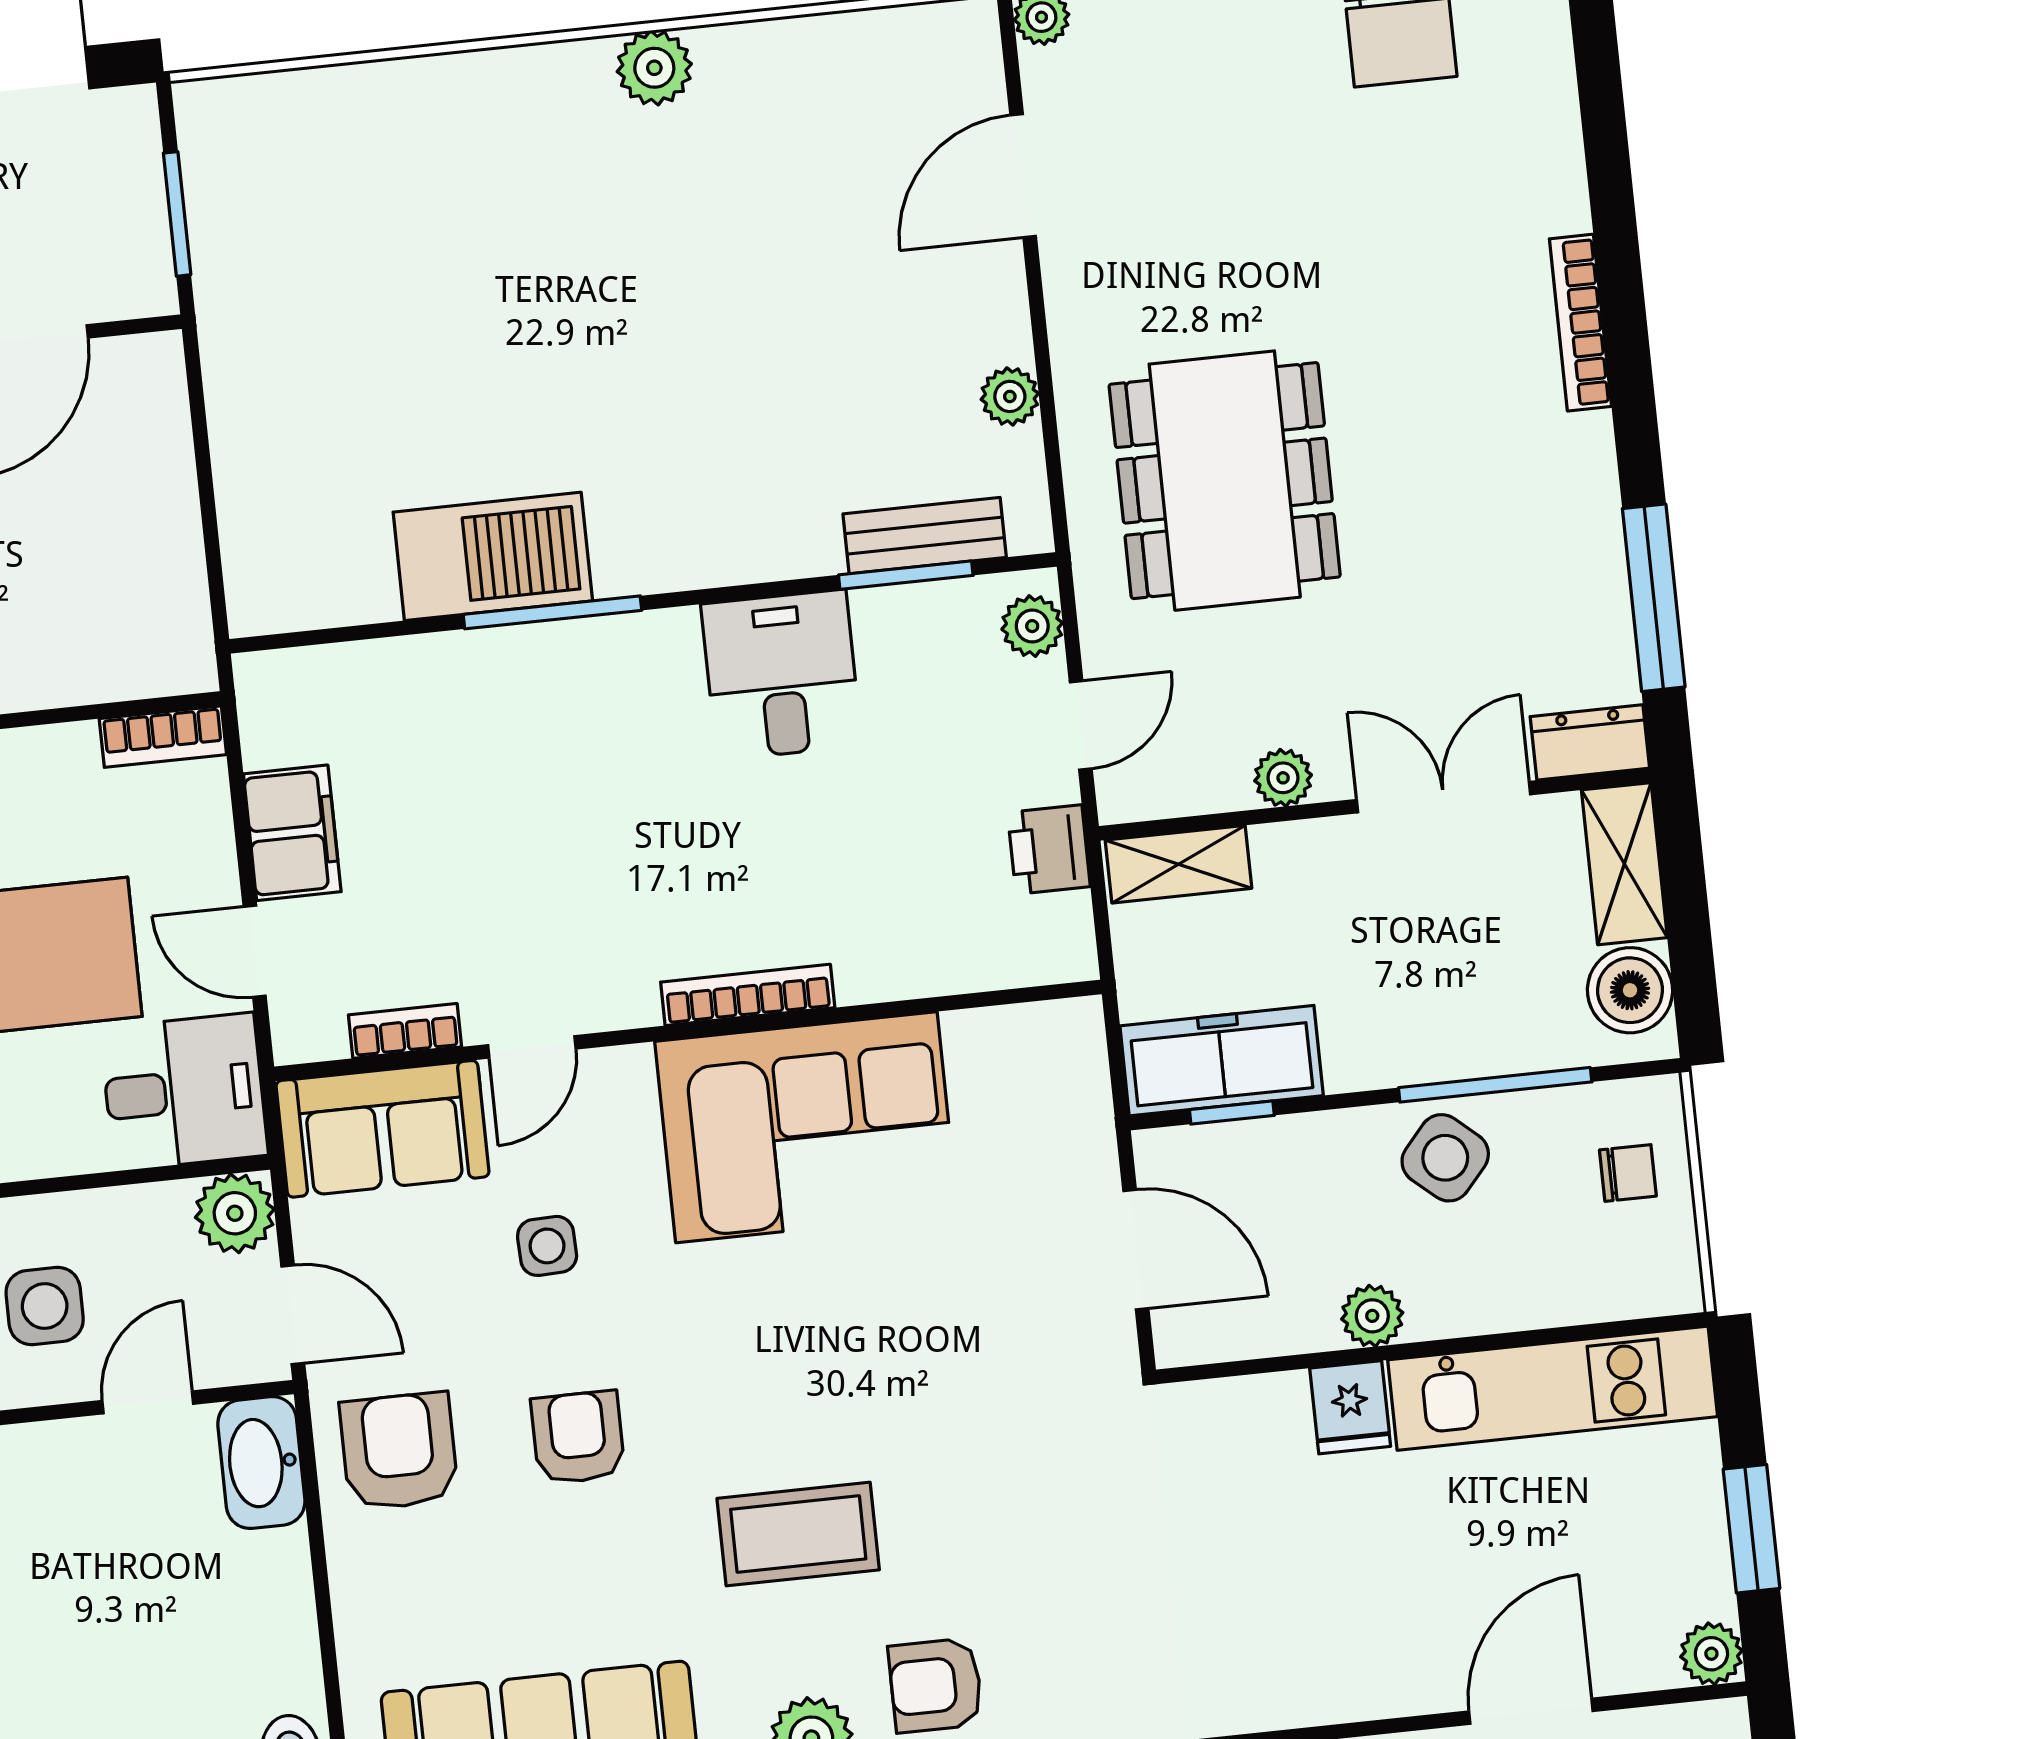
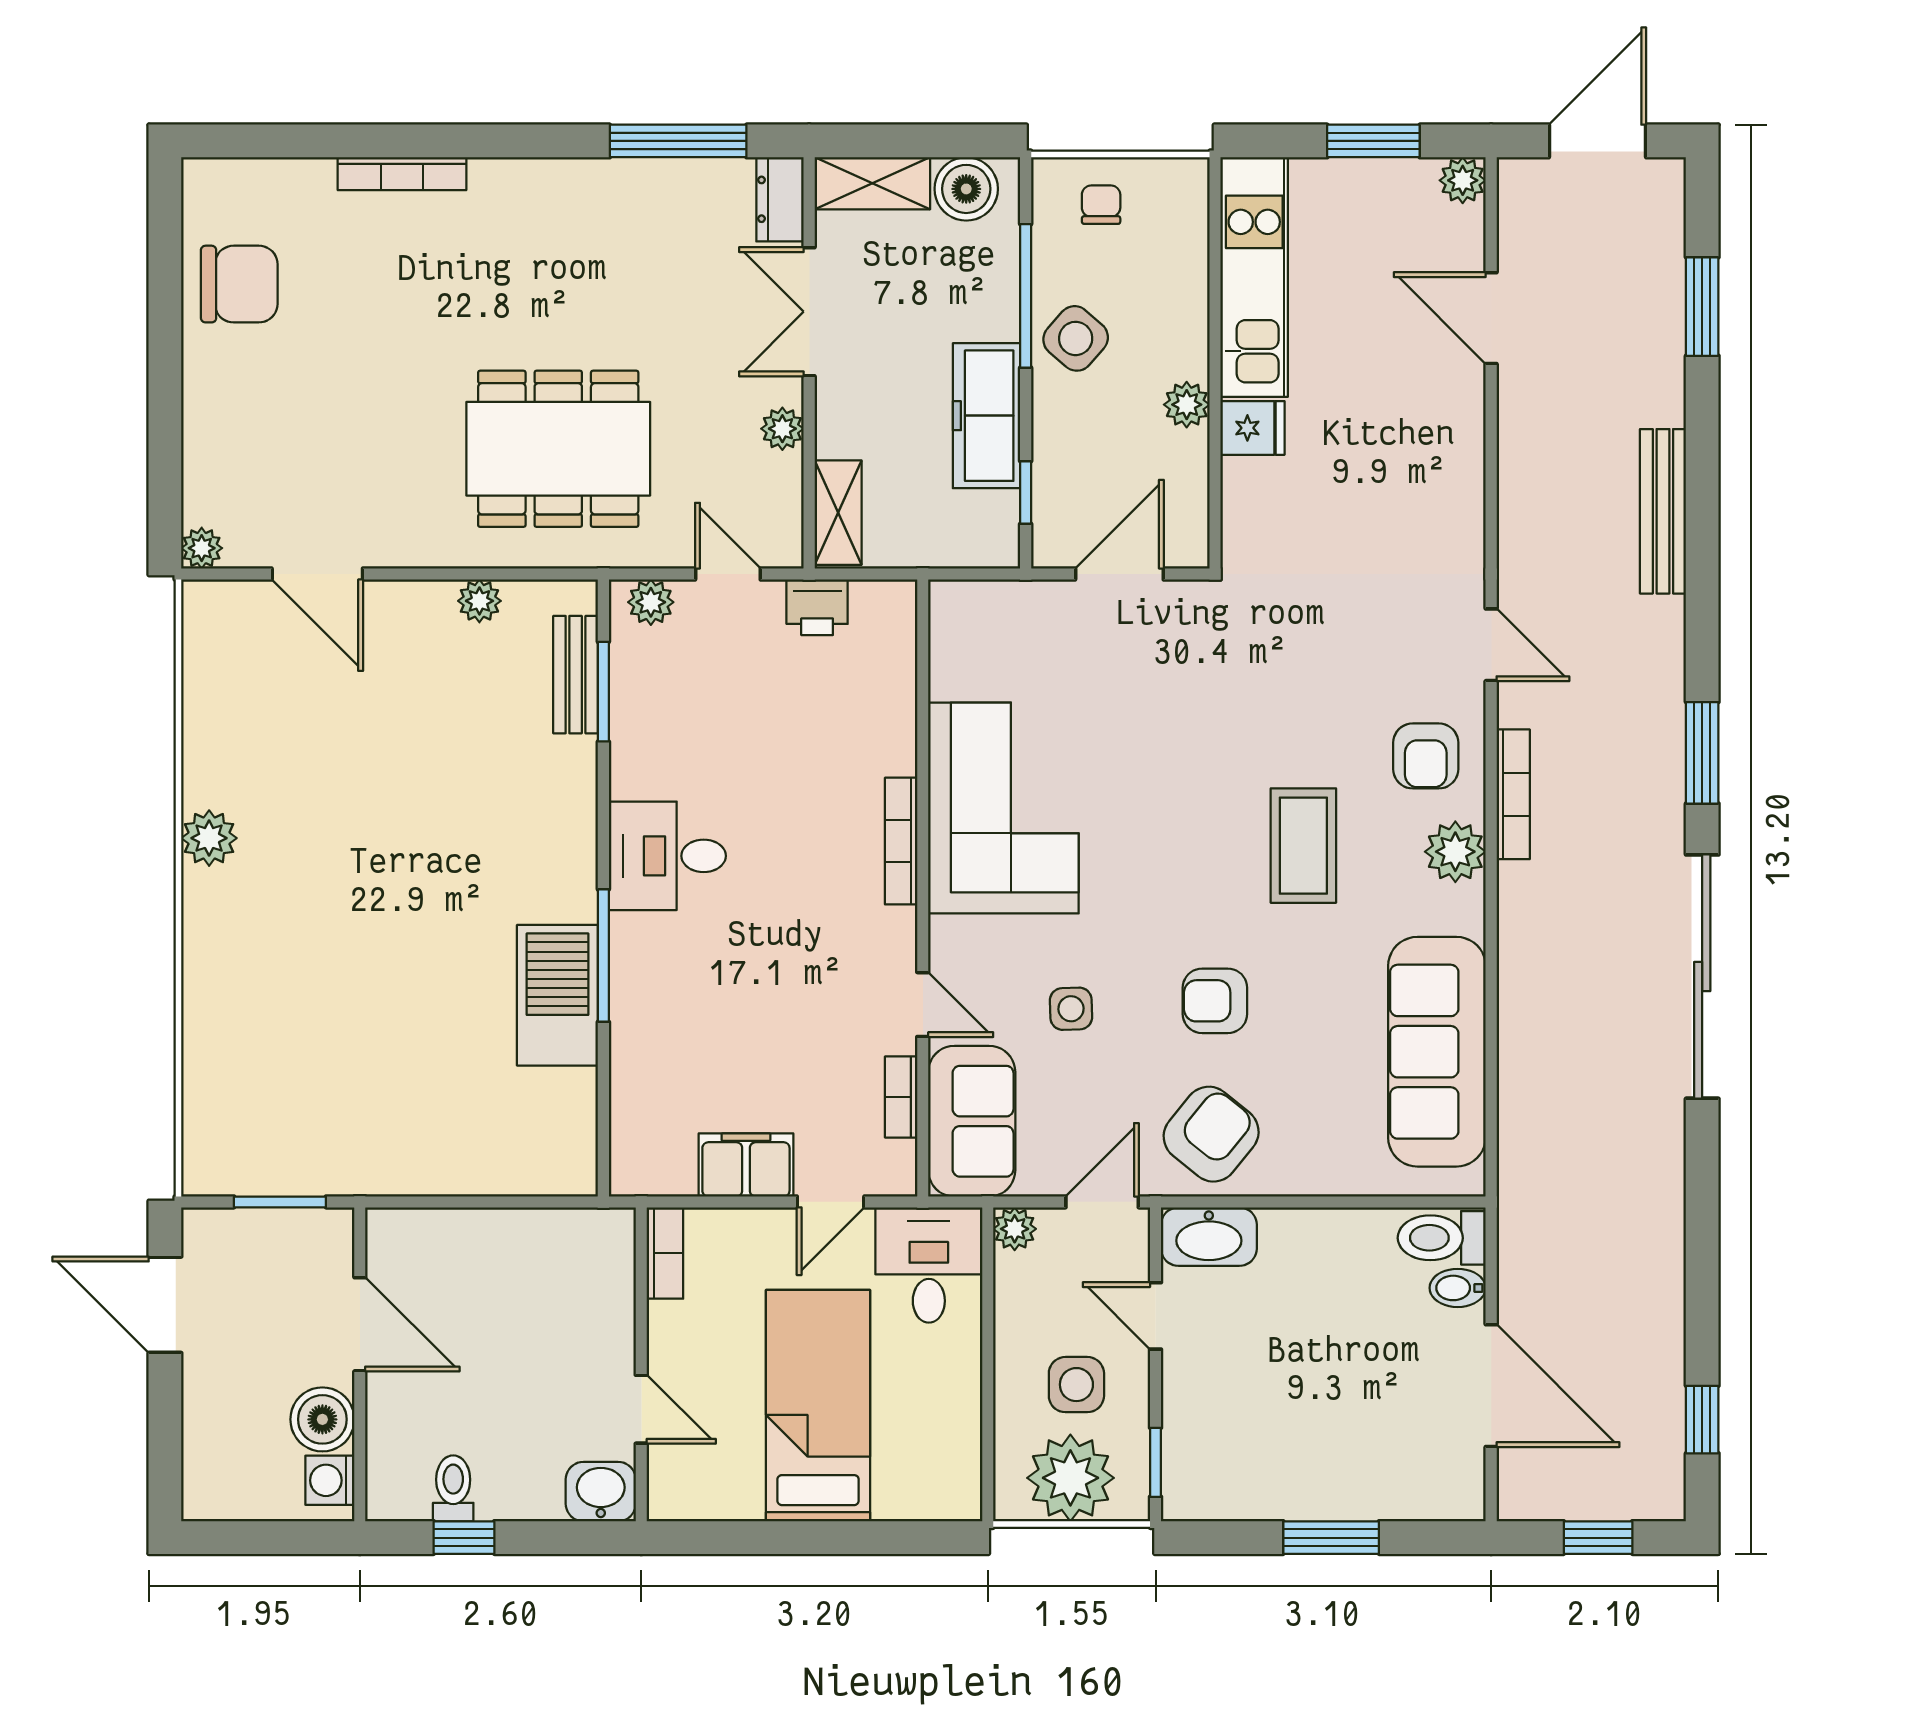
bookcase: (1580, 323) -> (402, 174), moved
desk: (781, 675) -> (667, 856), moved
freezer: (1222, 1061) -> (987, 416), moved
plant: (235, 1213) -> (1015, 1229), width x0.73, depth x0.73
armchair: (399, 1451) -> (1211, 1134), turned 129

